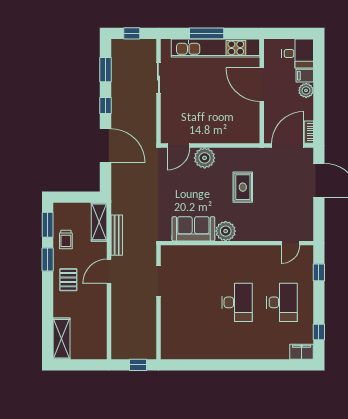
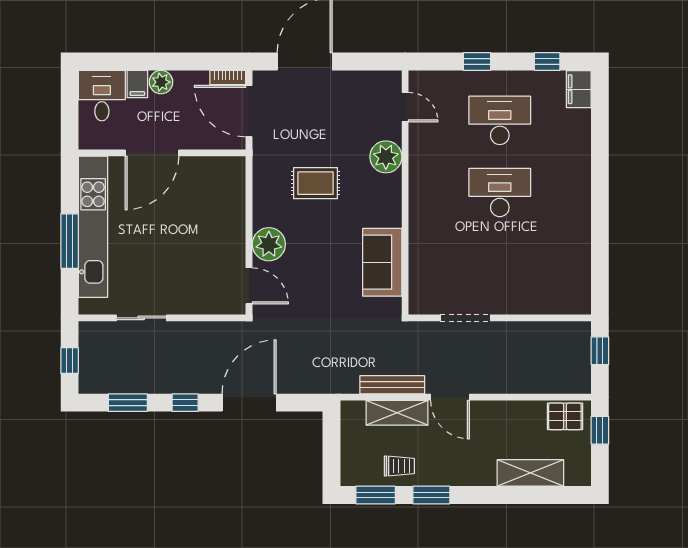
shelving: (99, 222) -> (397, 413), moved
plant: (226, 231) -> (386, 157), moved
window: (319, 272) -> (477, 62), moved
pallet: (68, 280) -> (565, 416), moved
shelving: (62, 339) -> (530, 473), moved
window: (88, 365) -> (600, 430), added

